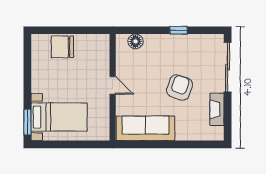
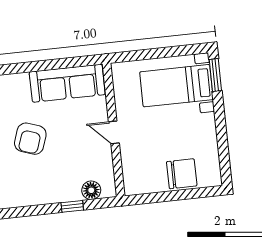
window: (179, 30) -> (72, 206), moved

